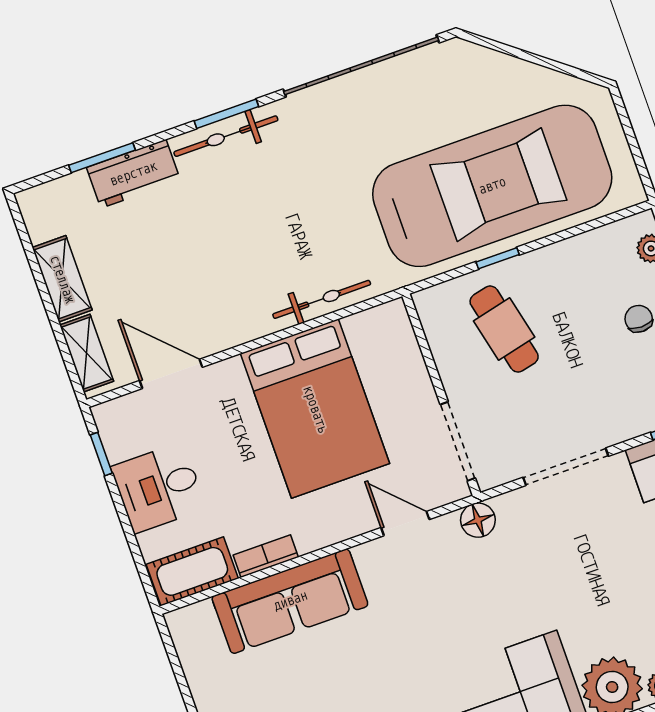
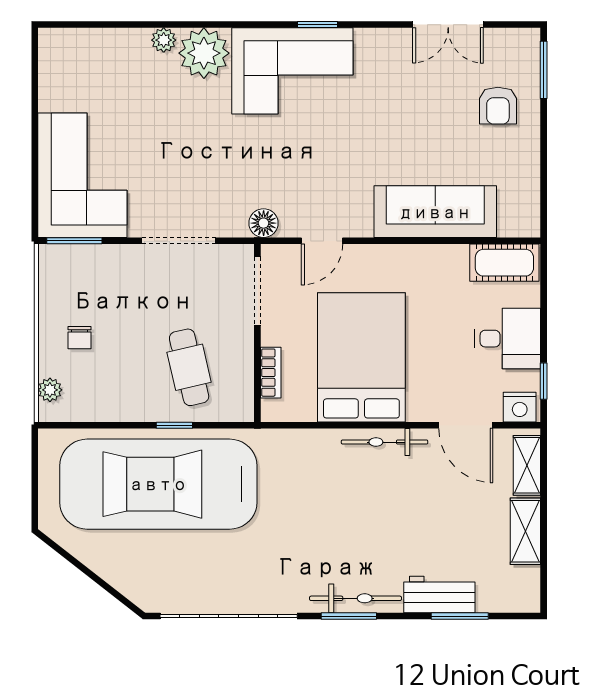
bicycle: (322, 299) -> (385, 442), moved
nightstand: (118, 416) -> (520, 407), added
door: (405, 524) -> (322, 241), hinge flipped
bookcase: (266, 556) -> (271, 373), moved, turned -90

